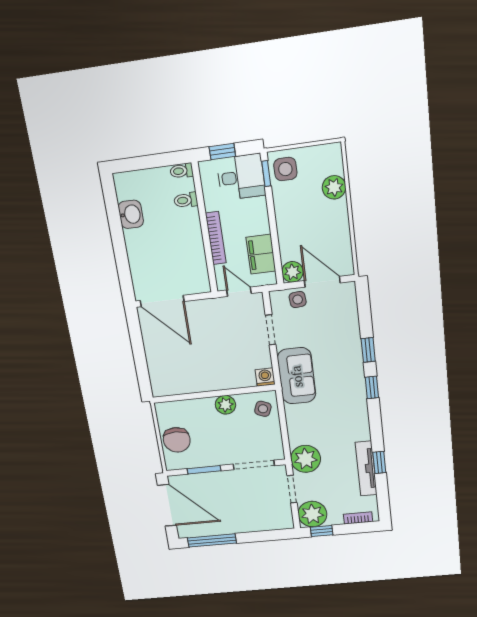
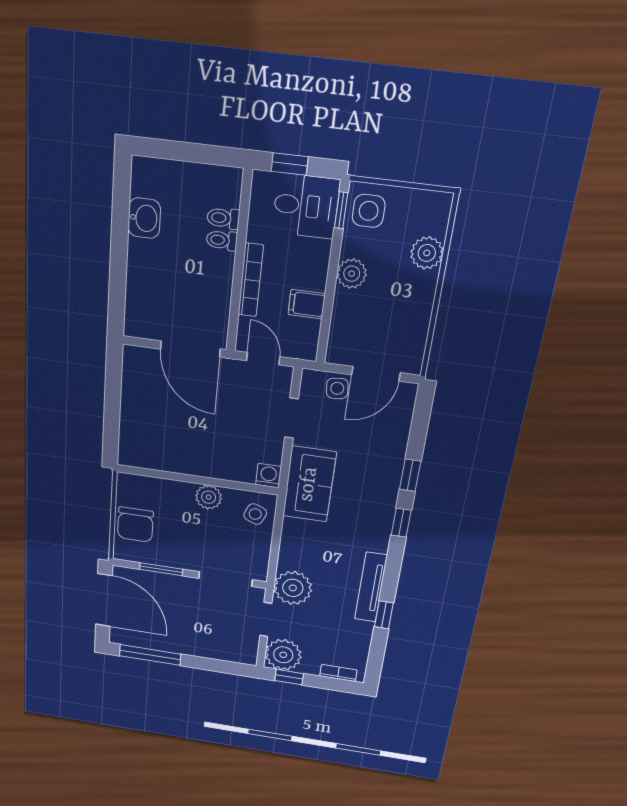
toilet: (182, 171) -> (222, 240), moved
filing cabinet: (261, 254) -> (307, 304), width x0.50
plant: (292, 272) -> (352, 274), moved
door: (322, 282) -> (376, 374), swing flipped
door: (162, 301) -> (190, 349), moved
tv unit: (366, 469) -> (371, 587), moved

